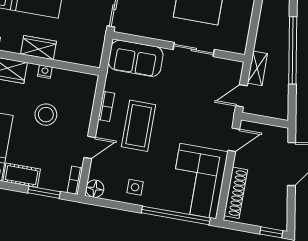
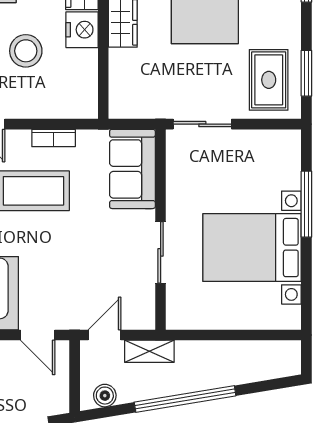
nightstand: (45, 72) -> (82, 30), width x1.89, depth x1.79
door: (241, 96) -> (104, 335), hinge flipped
boiler: (281, 103) -> (105, 396), added

